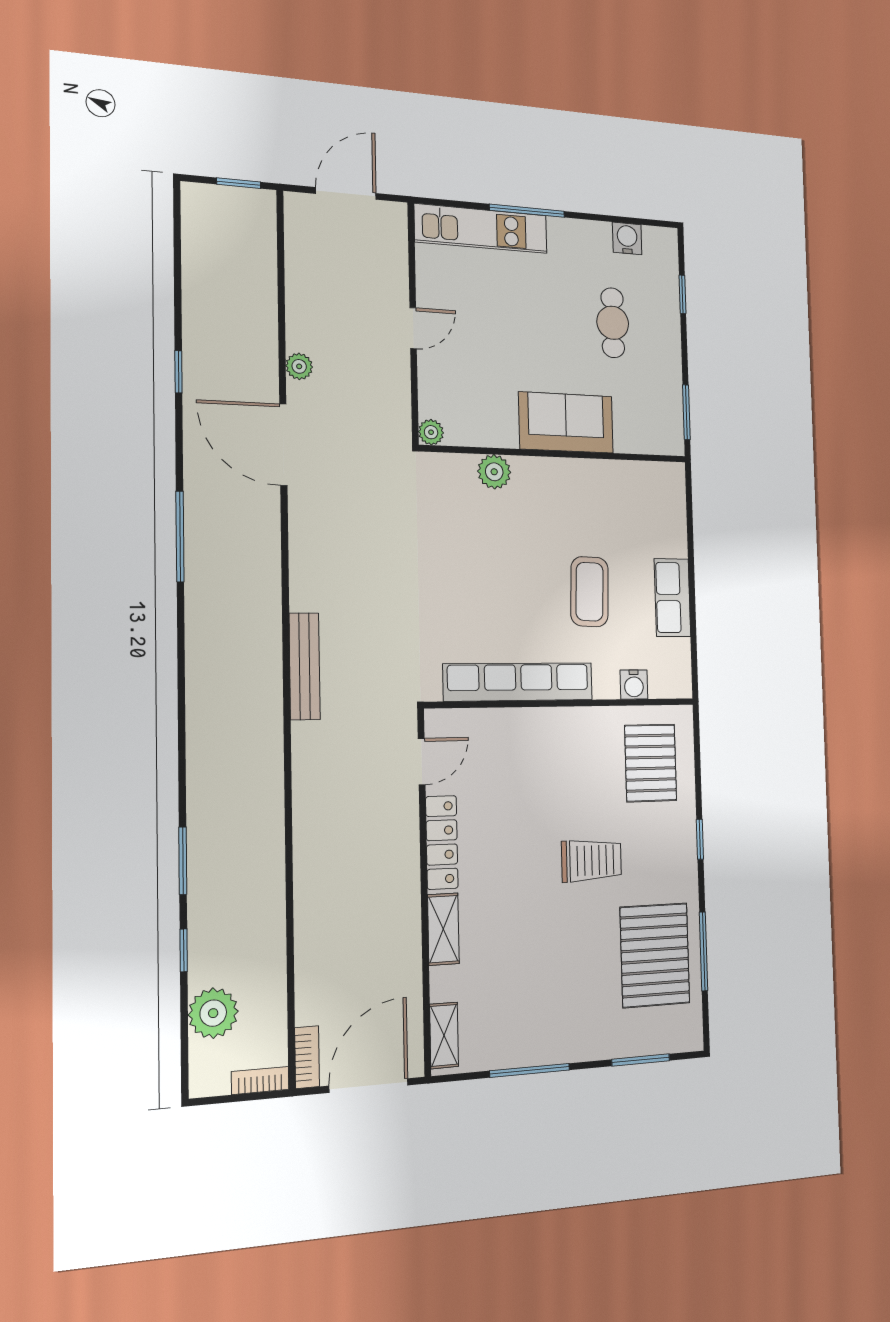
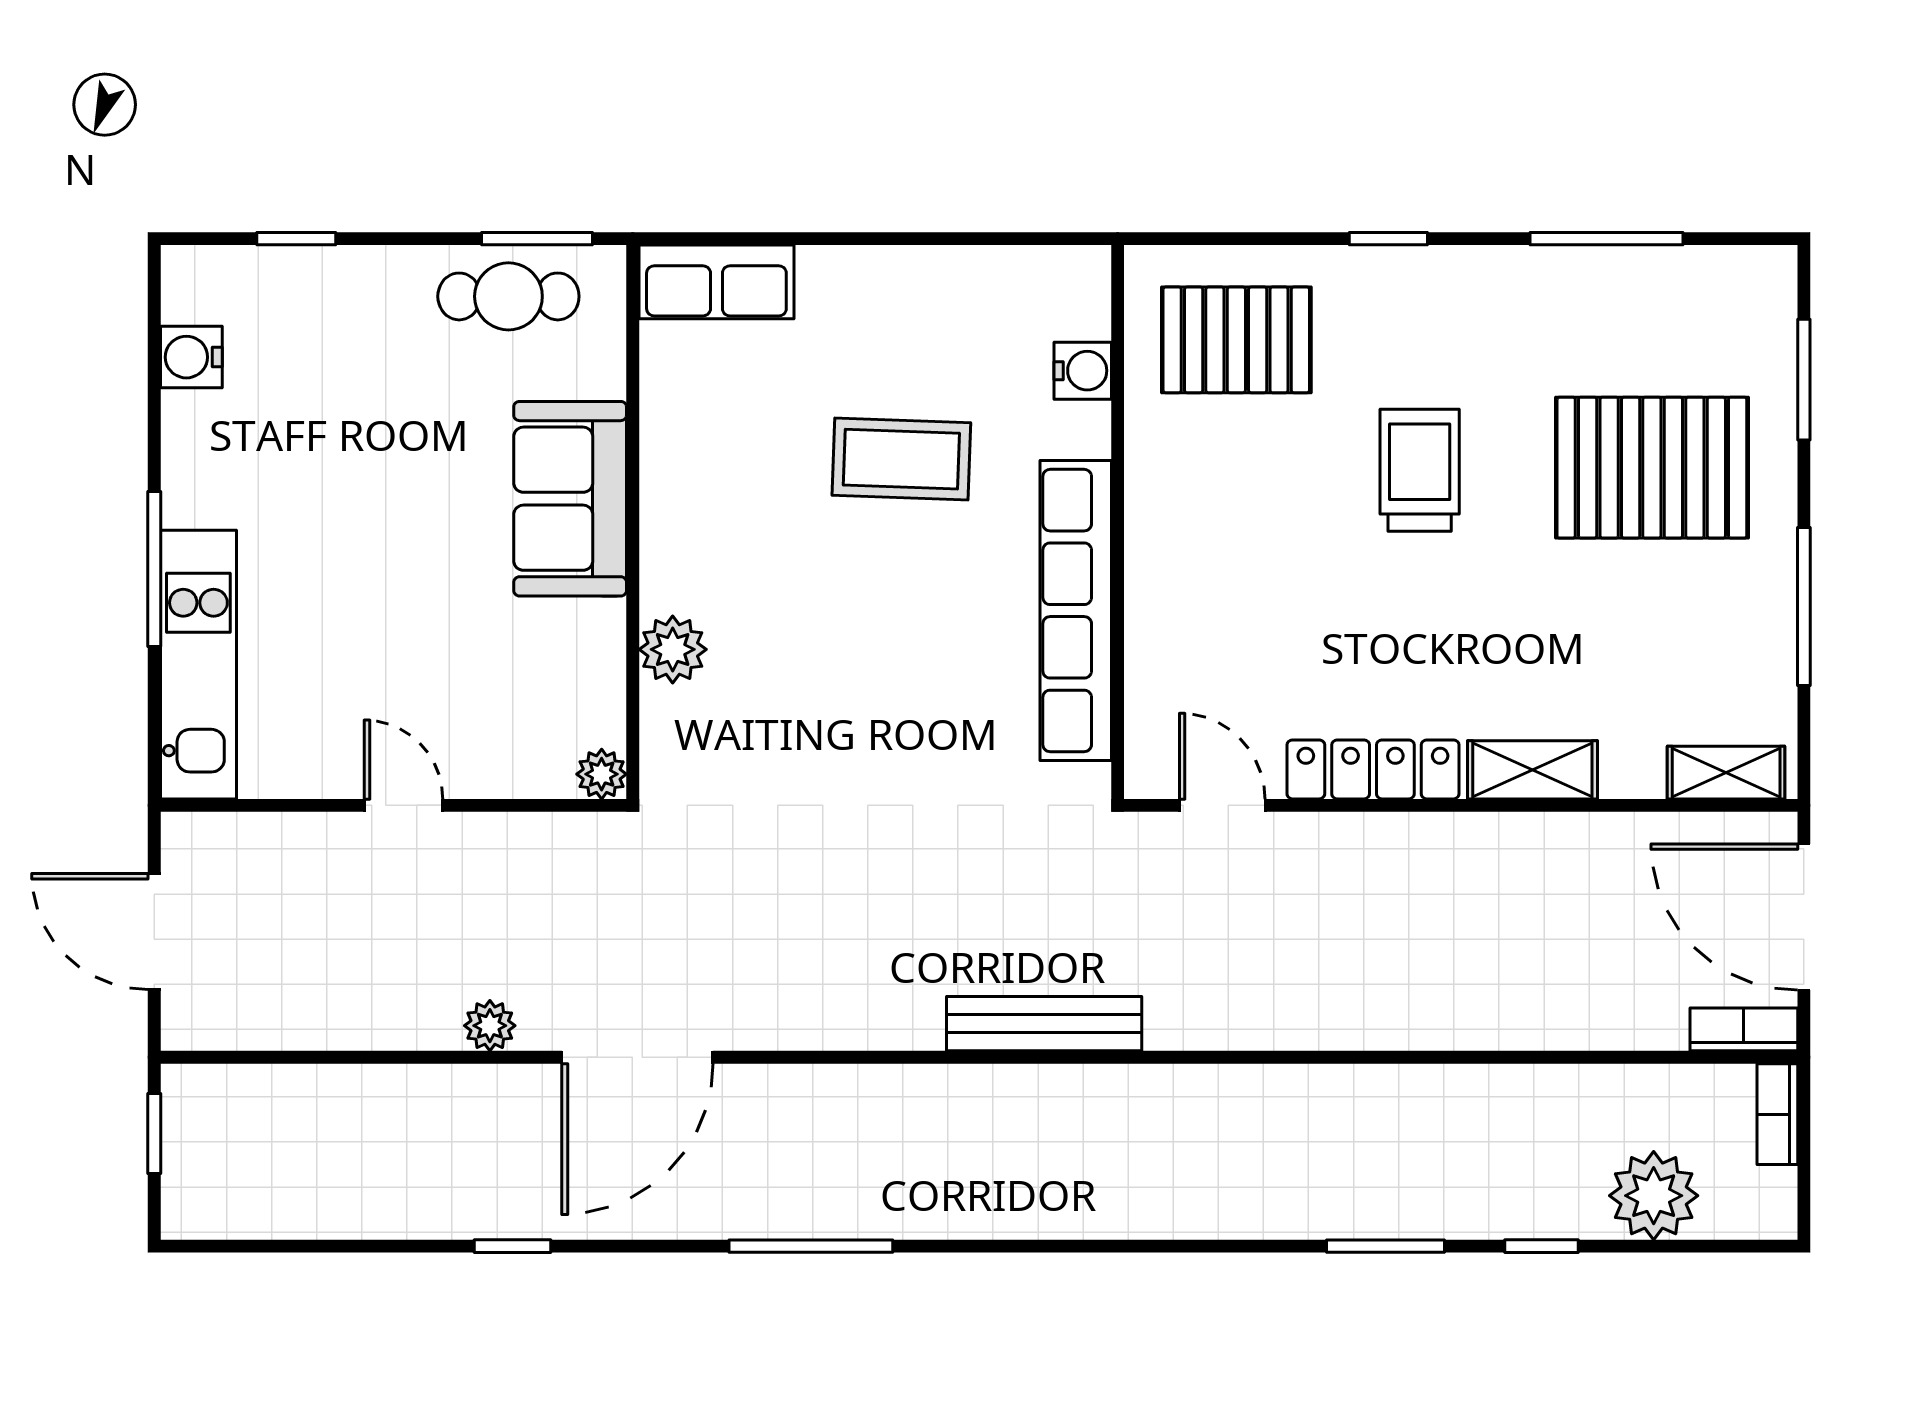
cafe table: (613, 323) -> (508, 296), moved
row of seats: (672, 598) -> (716, 282), moved
pallet: (655, 955) -> (1652, 468), moved

